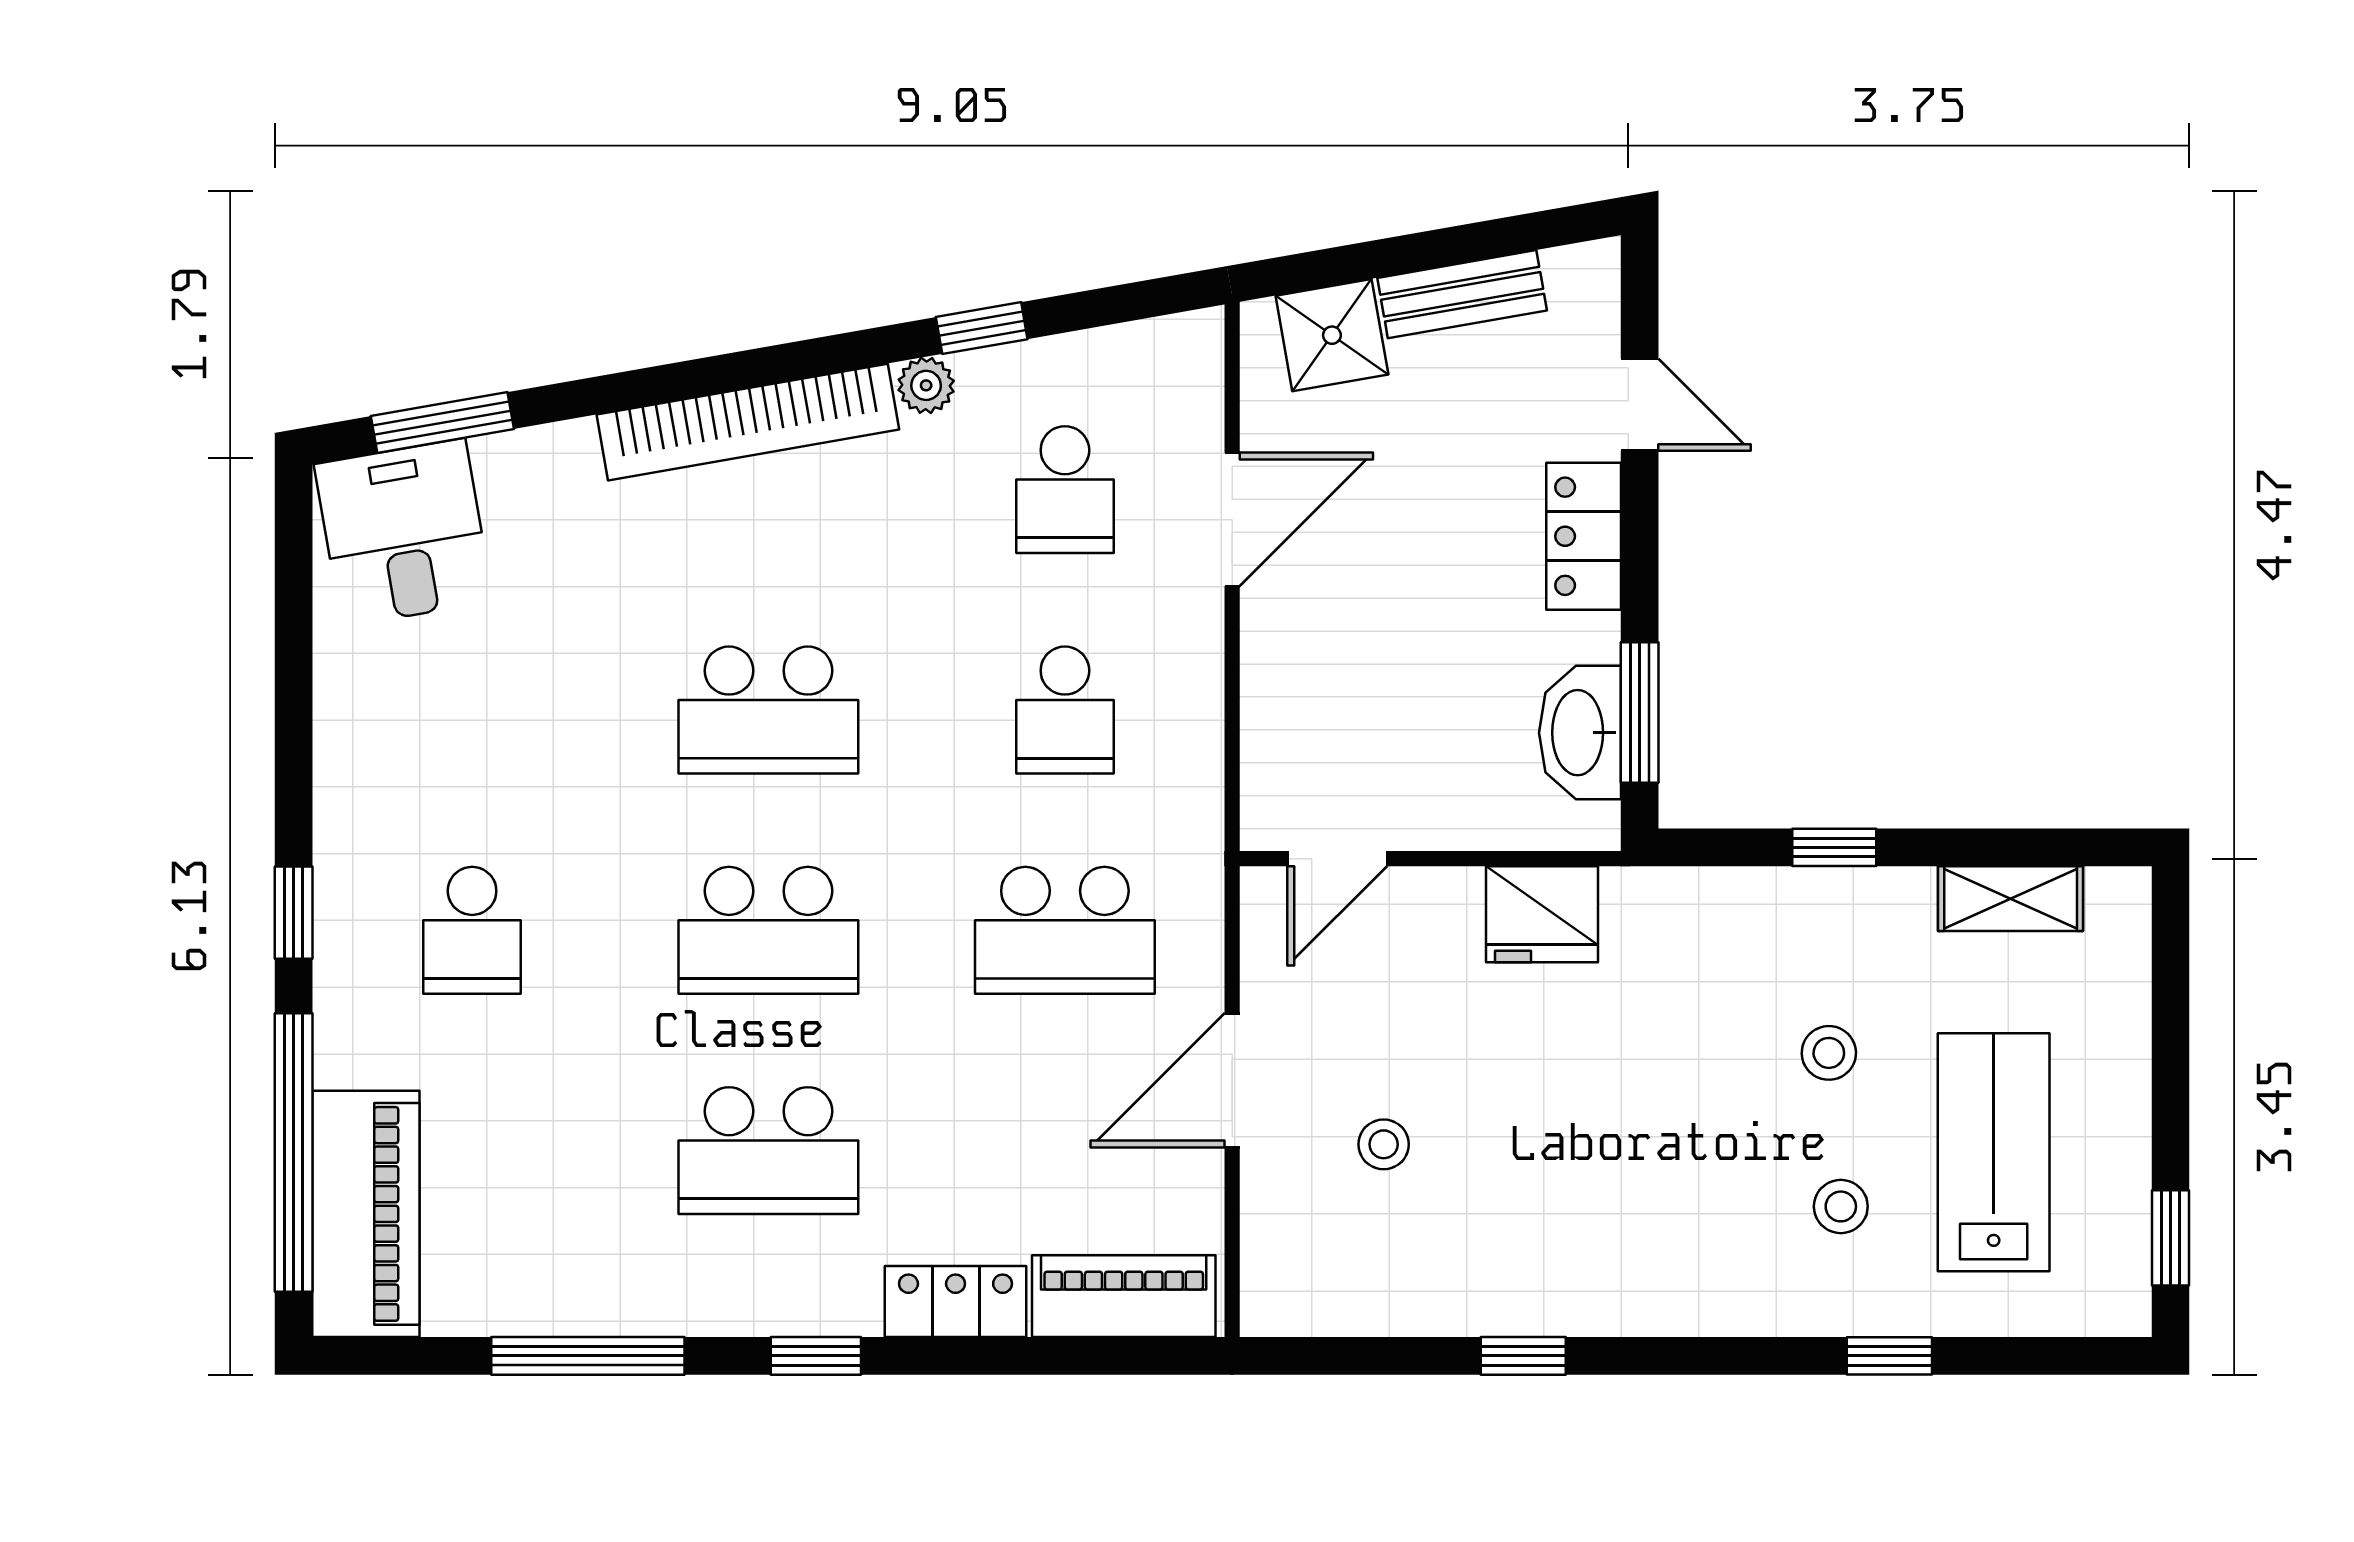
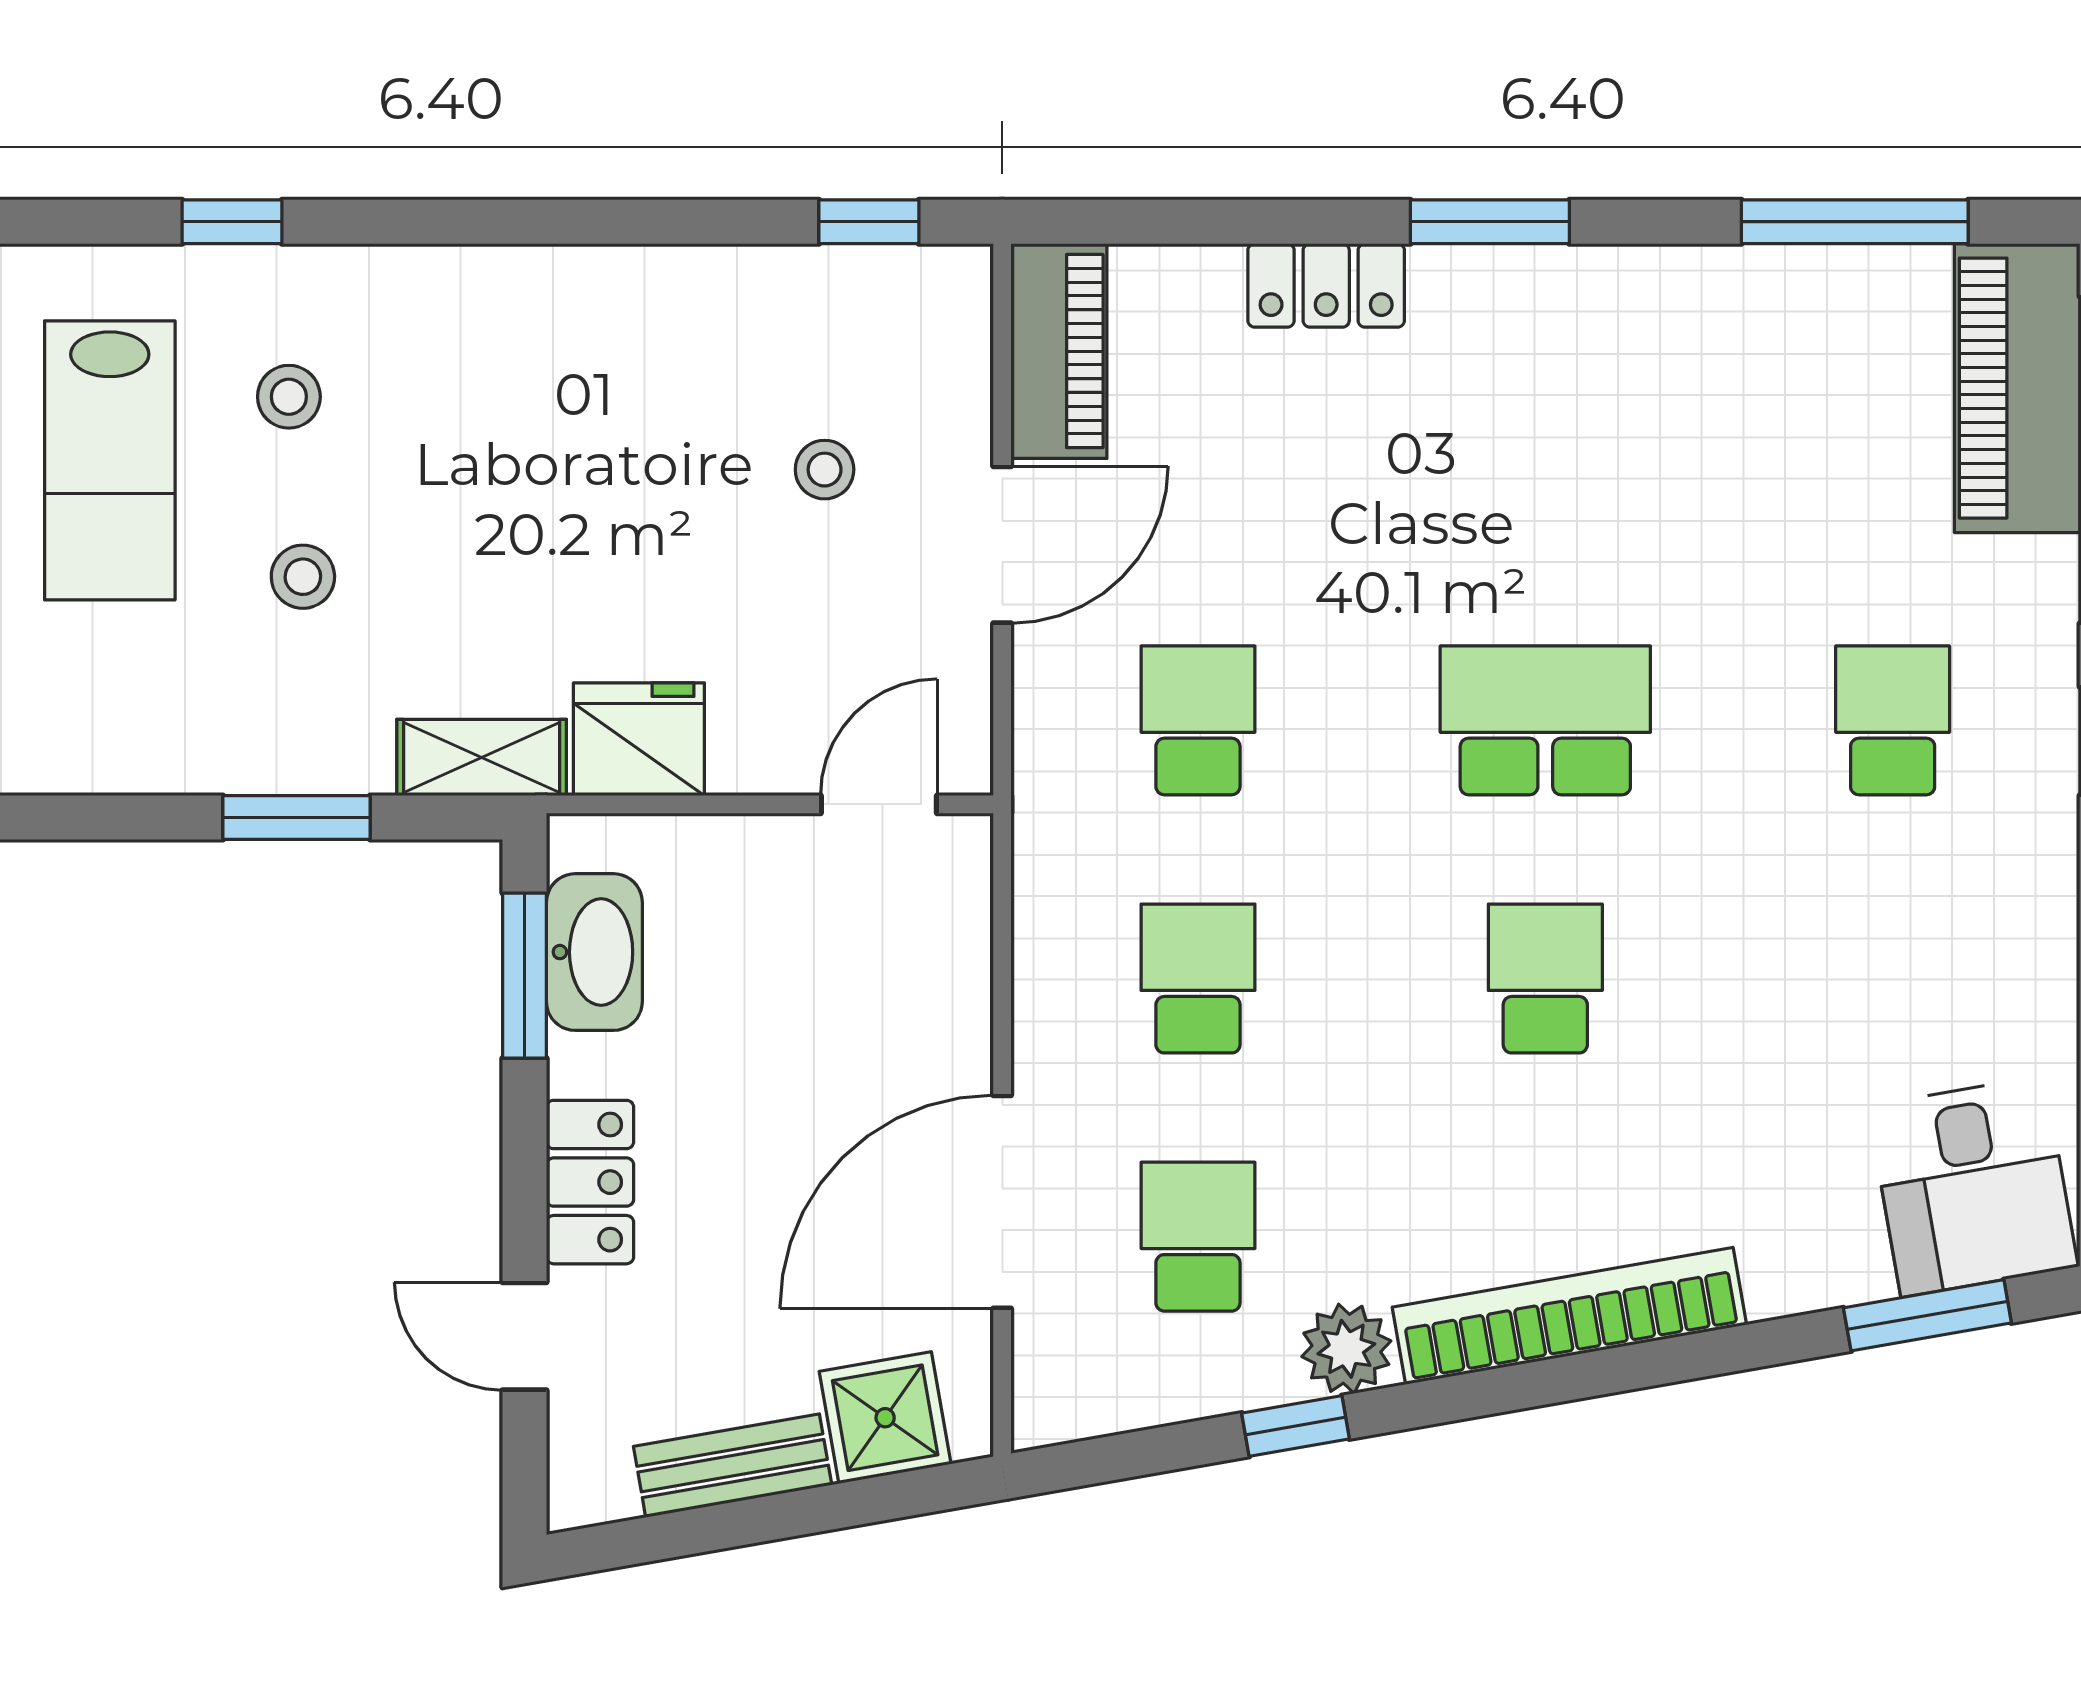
plant: (926, 385) -> (1346, 1349), width x1.38, depth x1.38
door: (1232, 519) -> (1002, 1202), width x1.36
school desk: (768, 710) -> (1545, 979), width x0.54
window: (1834, 847) -> (297, 818), width x1.50
shelving: (2011, 899) -> (482, 757), moved
school desk: (1065, 930) -> (1198, 720), width x0.54
school desk: (768, 1151) -> (1545, 462), removed
piano: (1124, 1296) -> (1059, 351), moved, turned -90
window: (588, 1356) -> (1855, 222), moved
window: (816, 1356) -> (1490, 222), width x1.50
window: (1523, 1356) -> (869, 222), moved

